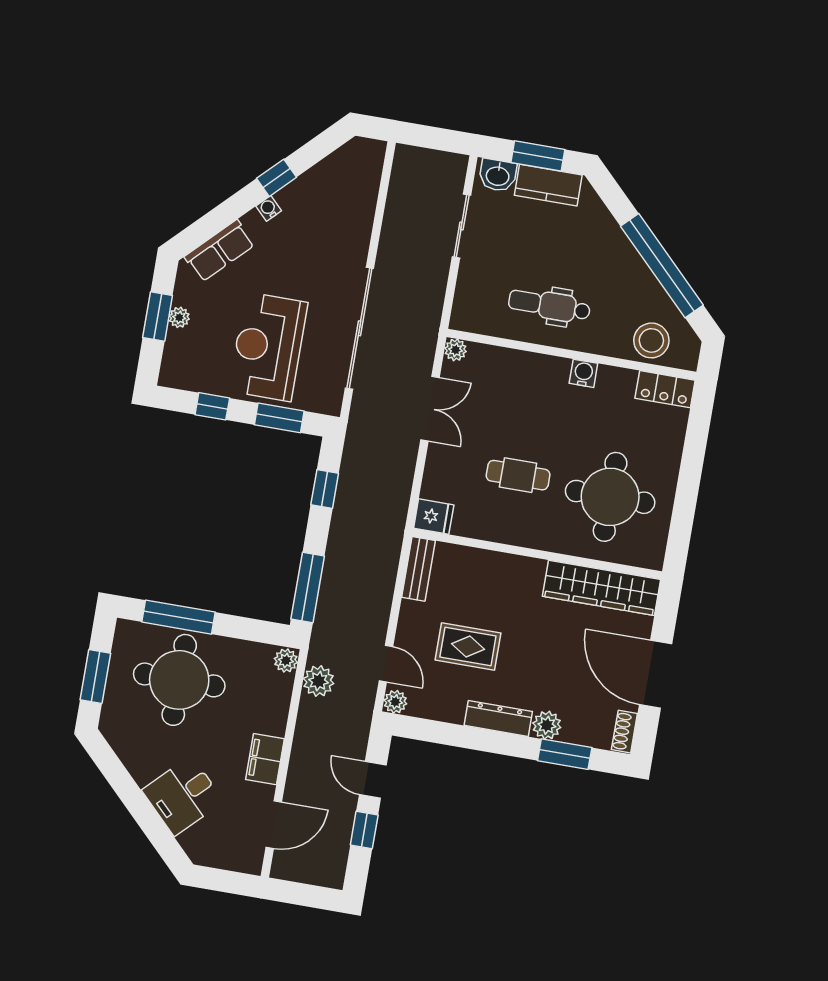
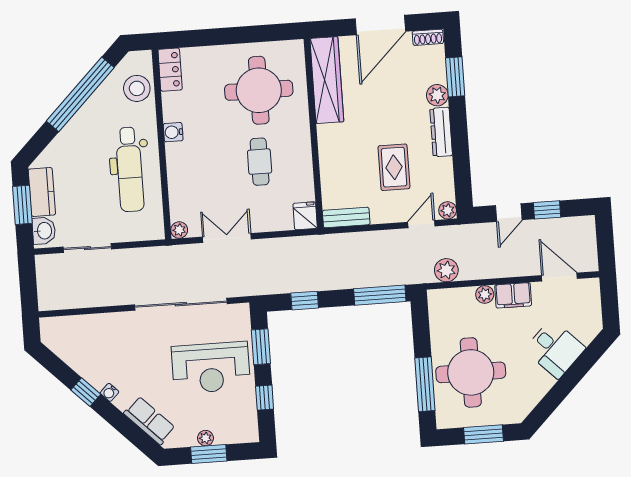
dental chair: (549, 305) -> (130, 169), width x1.36, depth x1.38
plant: (286, 660) -> (485, 294), moved

